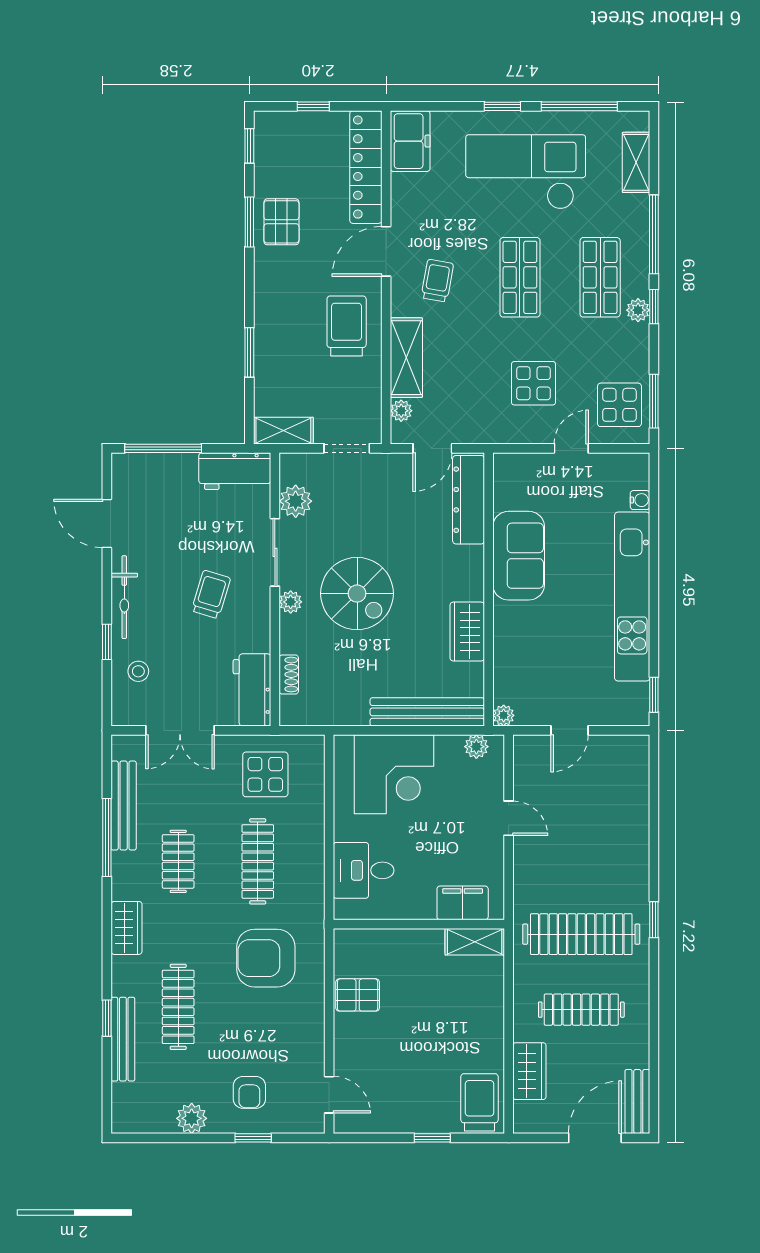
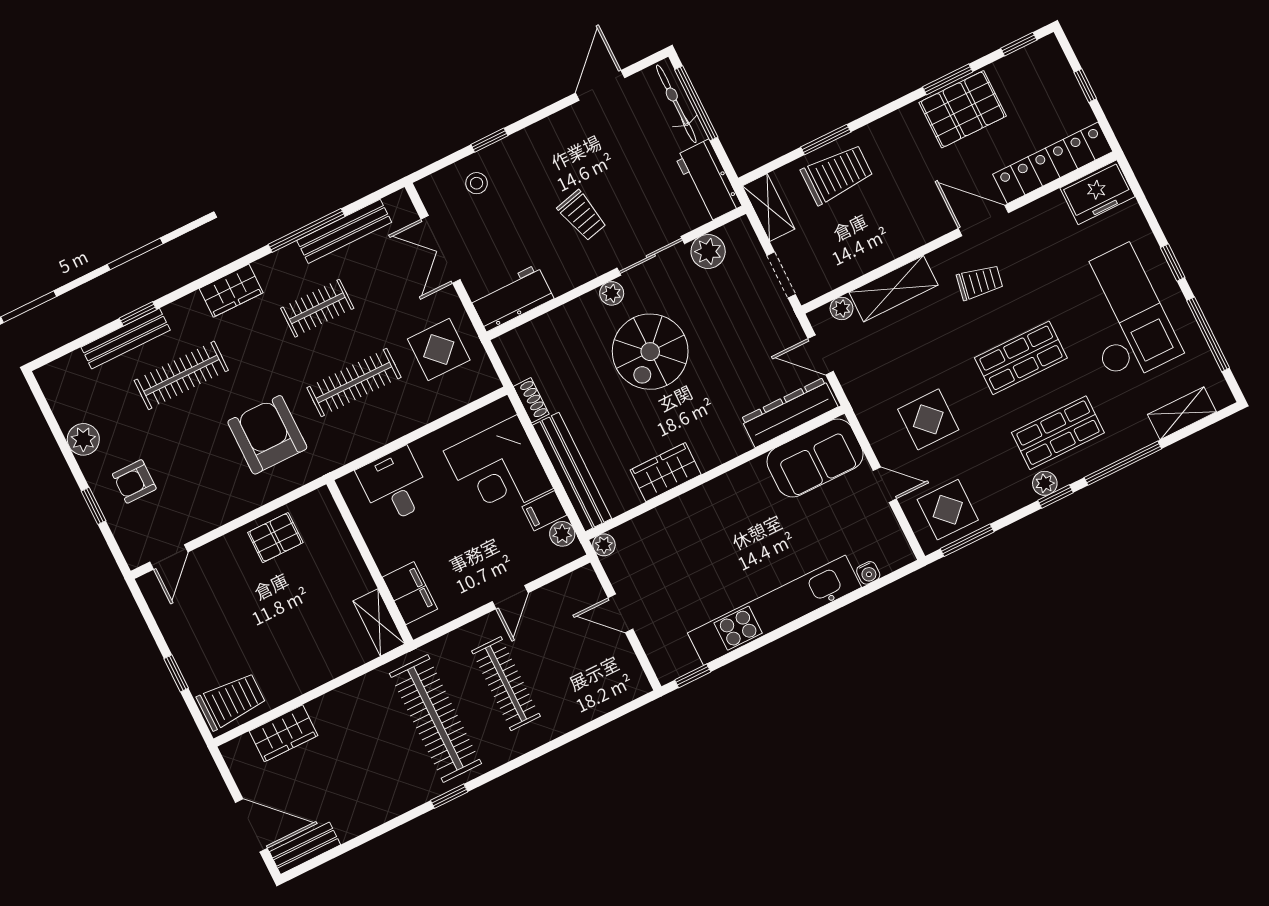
pallet: (281, 222) -> (963, 109), width x1.50, depth x1.42
trolley: (347, 326) -> (837, 174), moved
sofa: (519, 556) -> (815, 458), moved
trolley: (211, 594) -> (582, 216), turned 59
bicycle: (124, 597) -> (676, 104), moved, turned 90
shoe rack: (289, 675) -> (531, 400), moved, turned -90
filing cabinet: (449, 752) -> (544, 511), added
window: (654, 920) -> (449, 796), moved
pallet: (358, 995) -> (275, 538), turned 90
clothes rail: (581, 1010) -> (506, 684), moved

